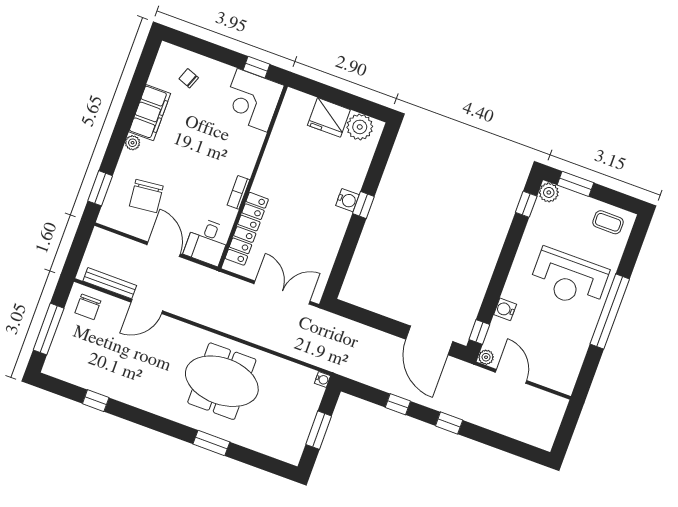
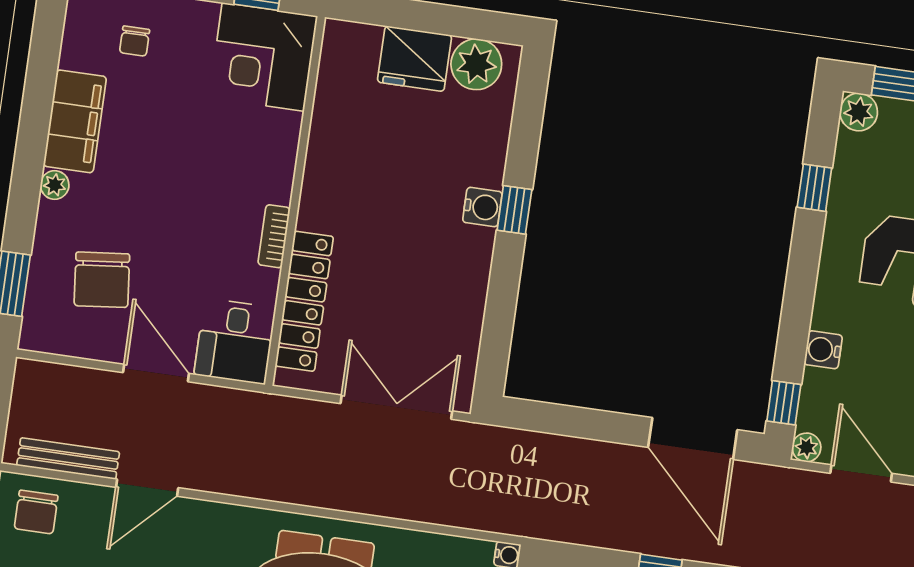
chair: (189, 78) -> (135, 41), turned -111
window: (526, 204) -> (814, 188), moved

